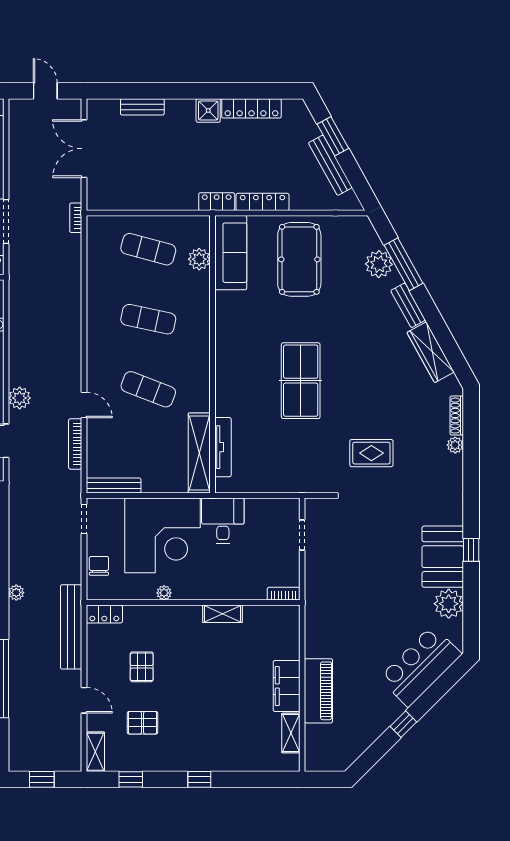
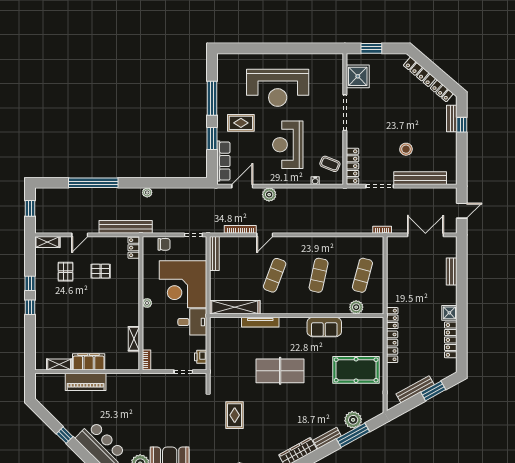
sofa: (231, 253) -> (324, 327), moved, width x0.73
tv unit: (223, 447) -> (260, 322), moved
printer: (278, 507) -> (201, 357), added
plant: (164, 593) -> (147, 303), moved
shelving: (222, 614) -> (134, 339), moved
window: (131, 779) -> (30, 283), moved

